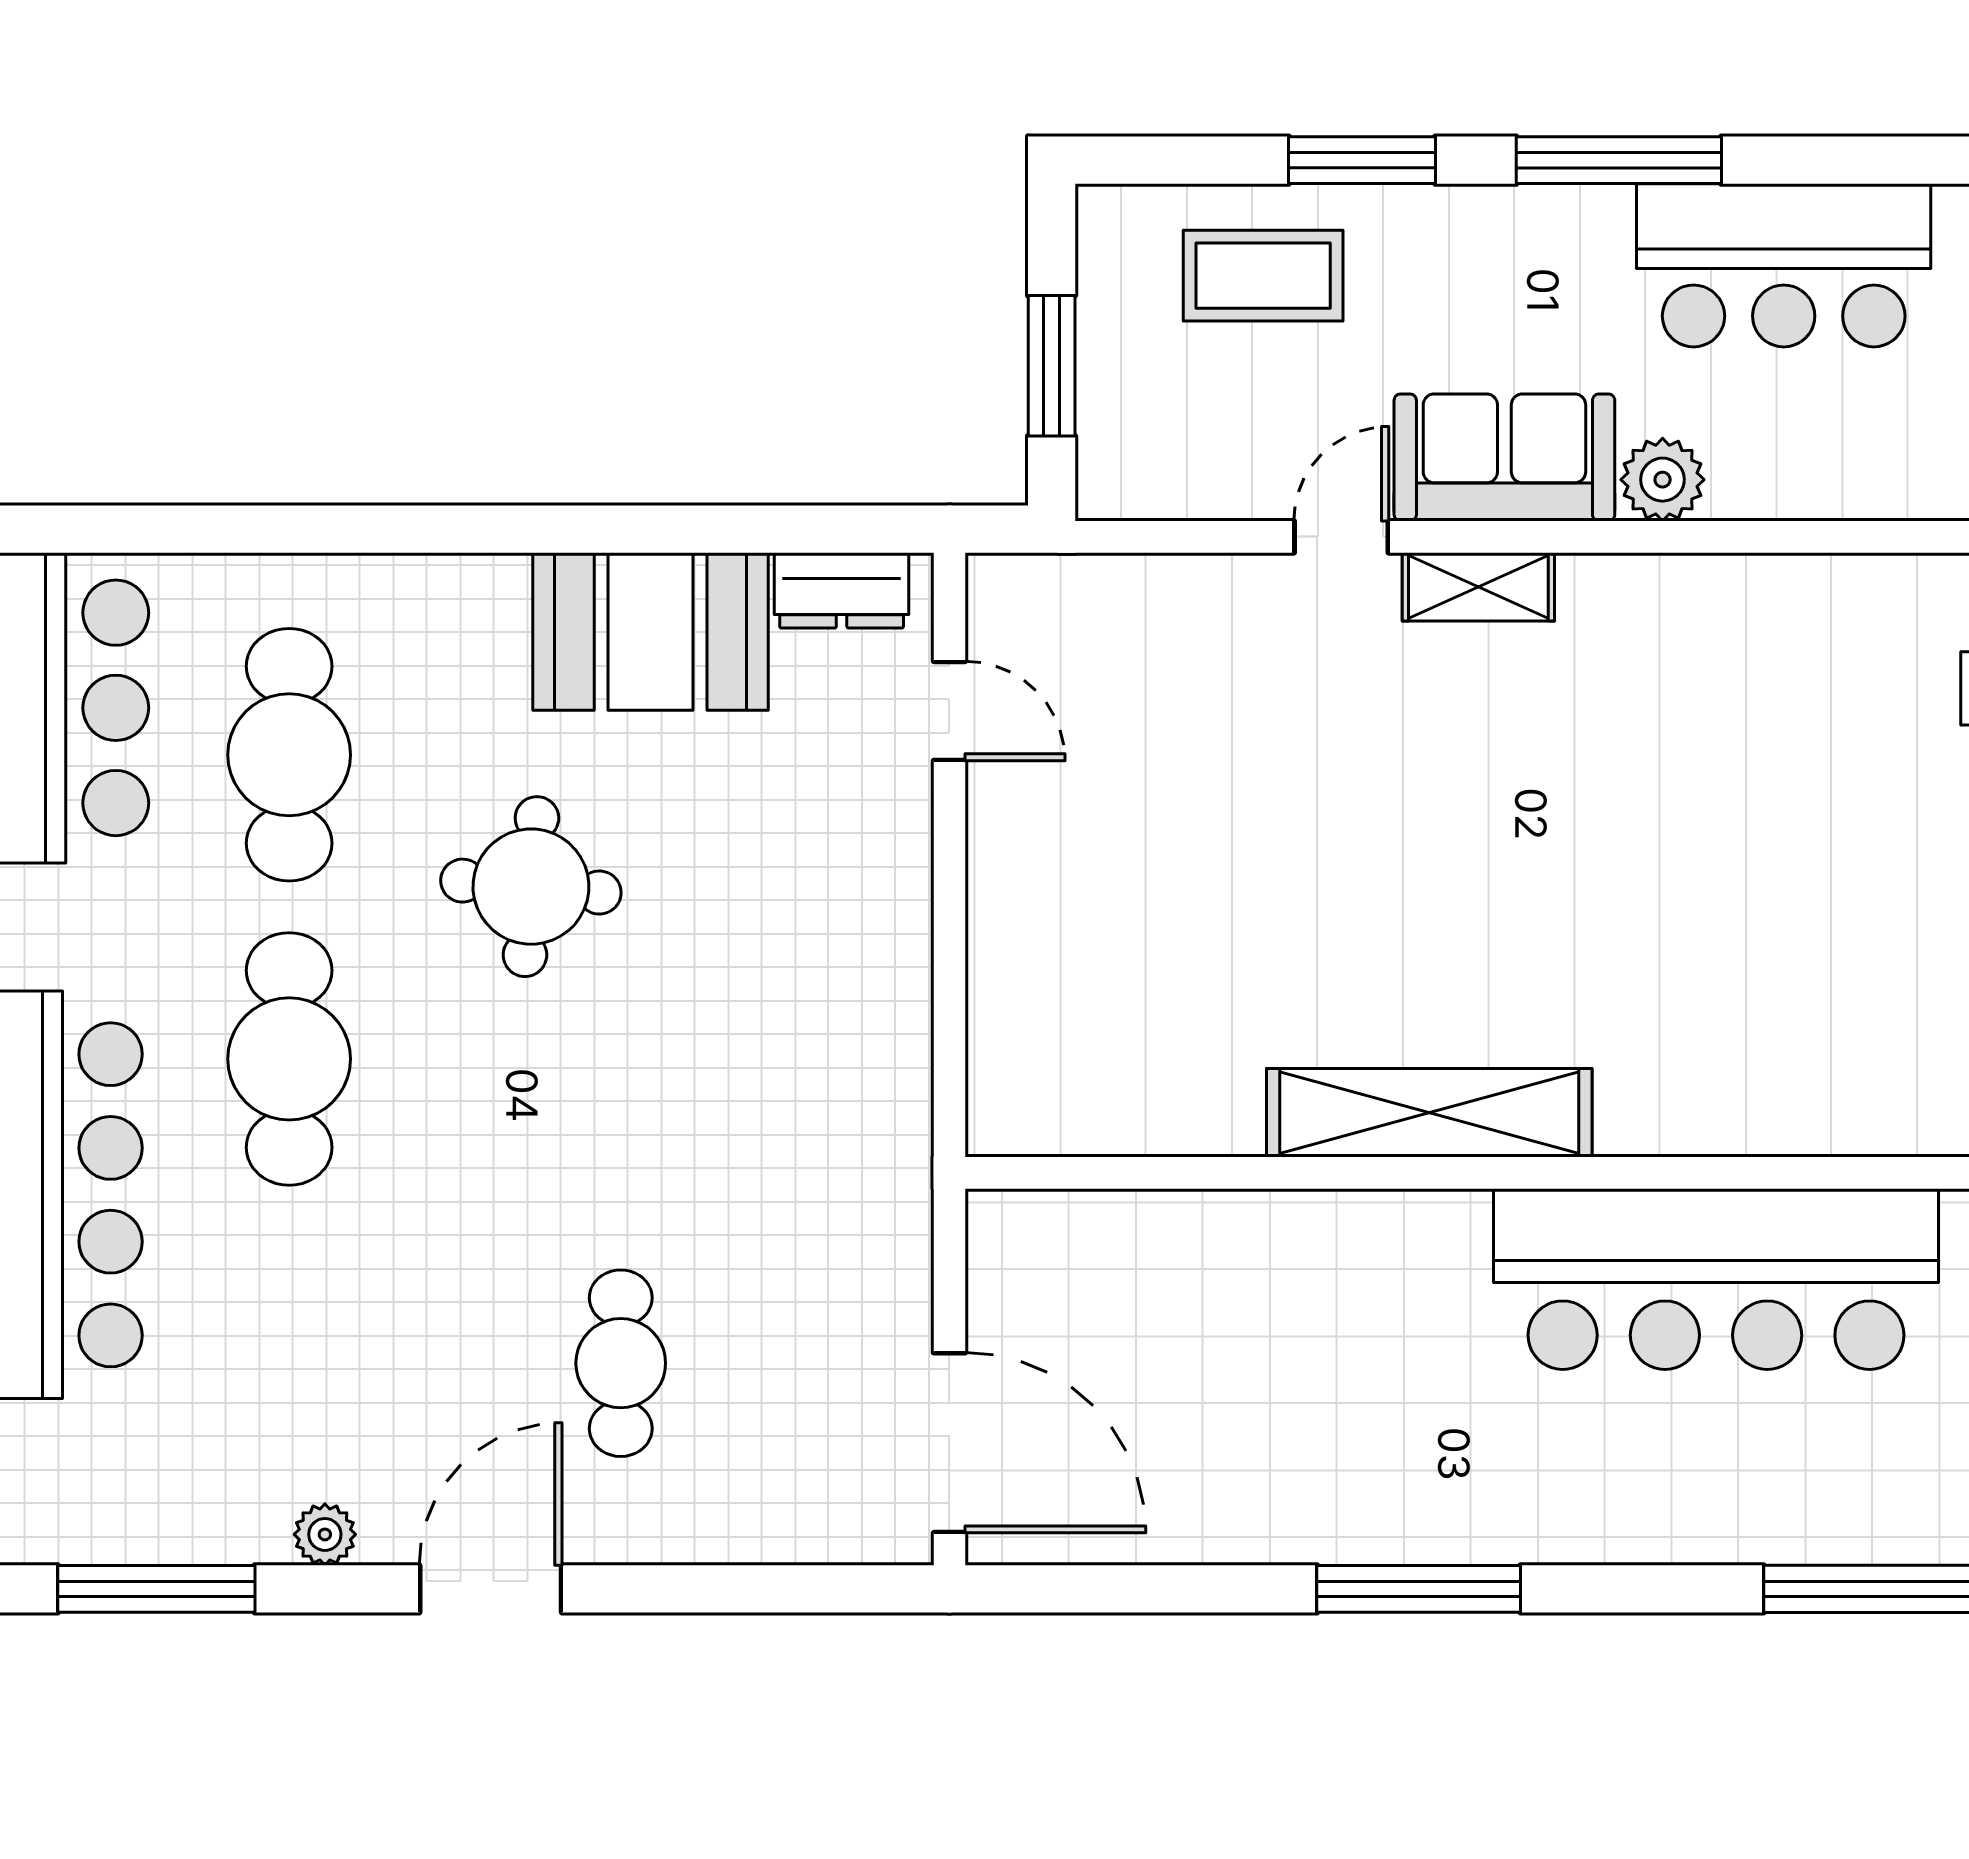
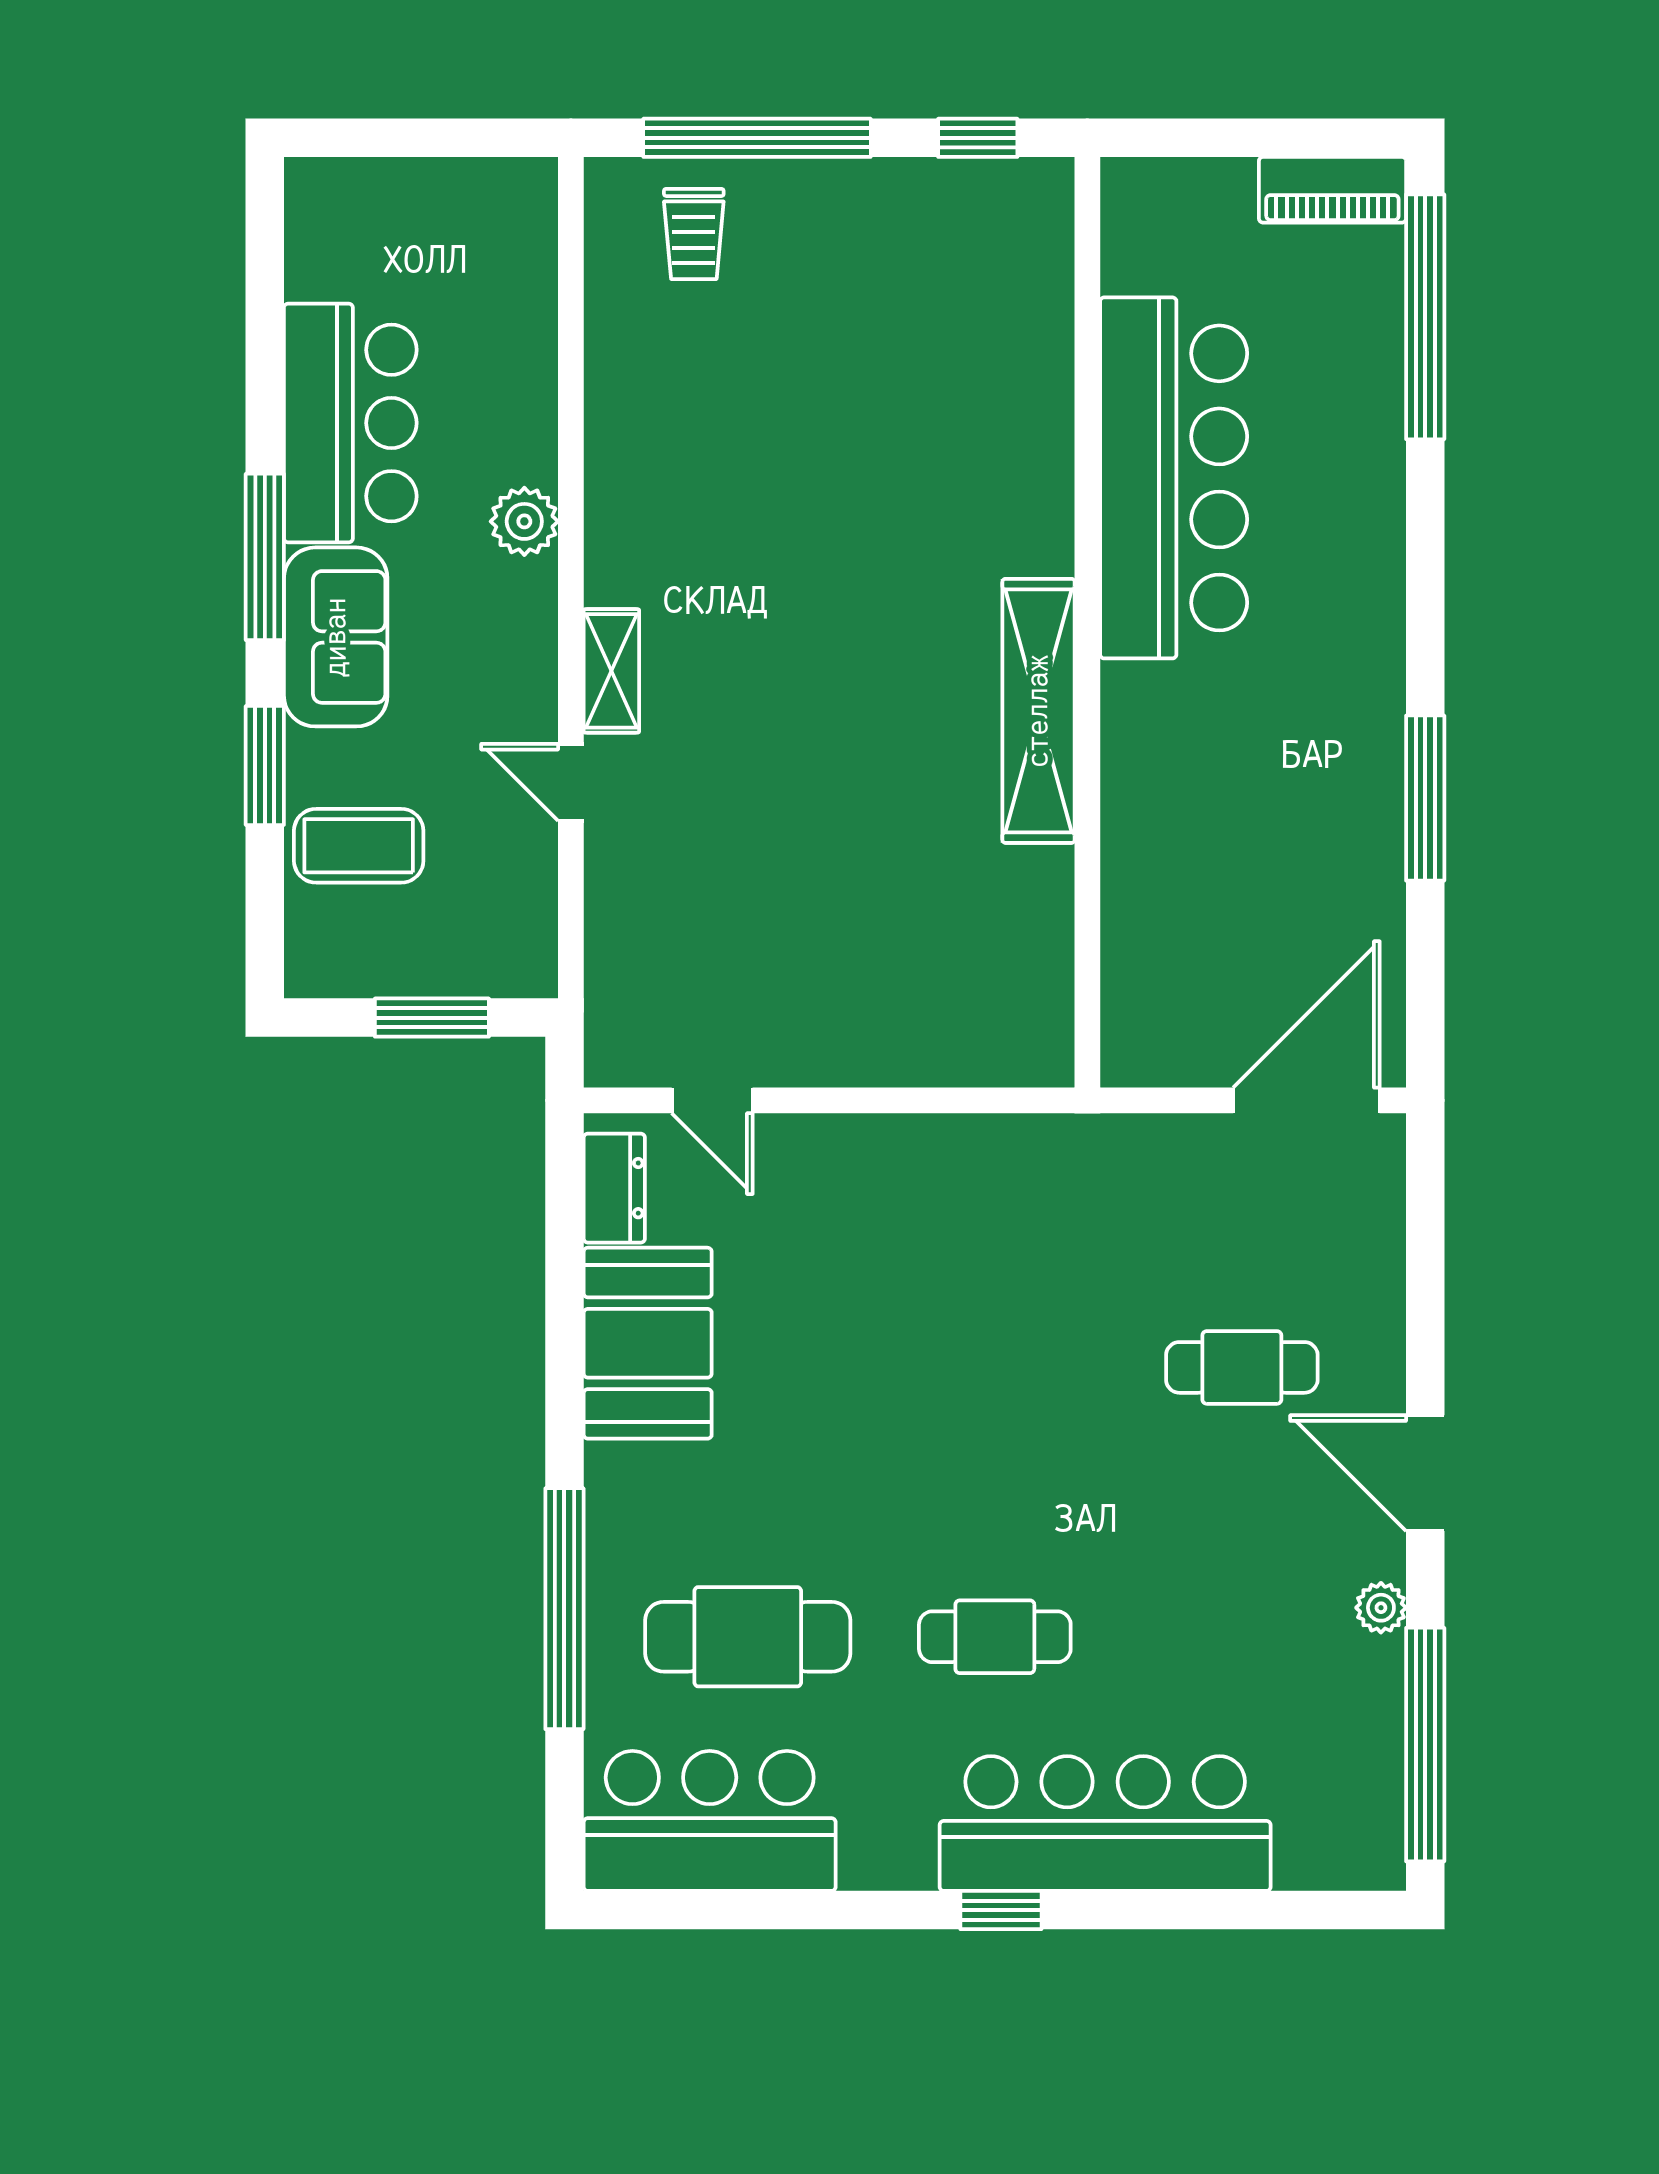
coffee table: (1263, 276) -> (359, 846), turned 90
sofa: (1504, 457) -> (336, 637), moved, turned 180
window: (324, 529) -> (564, 1609), added
door: (949, 711) -> (712, 1100), swing flipped
round table: (531, 887) -> (855, 1440), removed
cafe table: (289, 1059) -> (995, 1637), width x0.73, depth x0.74
window: (156, 1589) -> (1425, 1745), width x1.46
window: (1419, 1589) -> (1425, 798), moved

